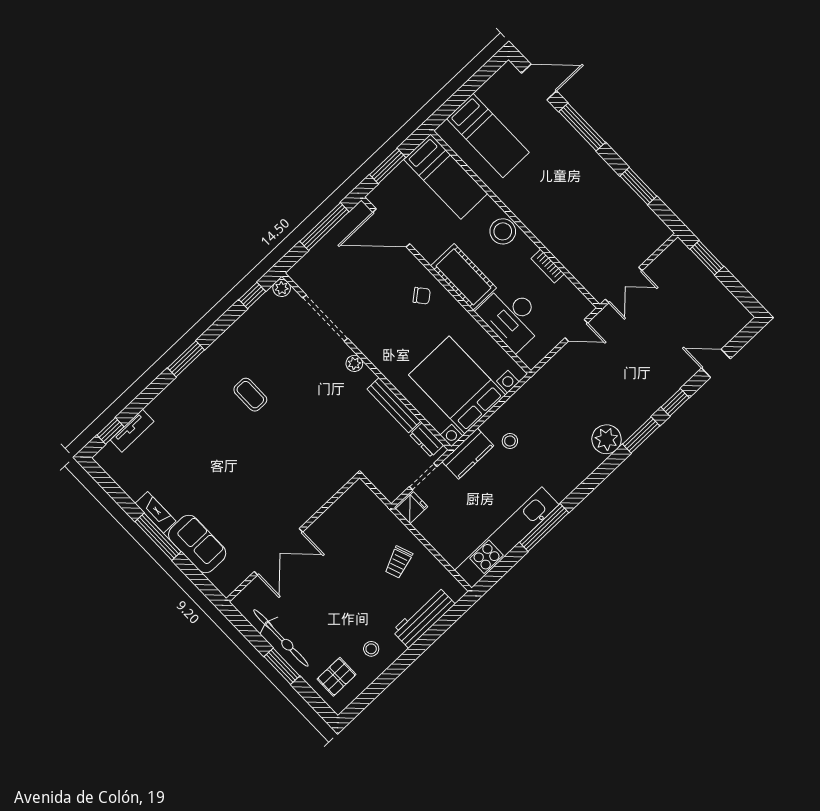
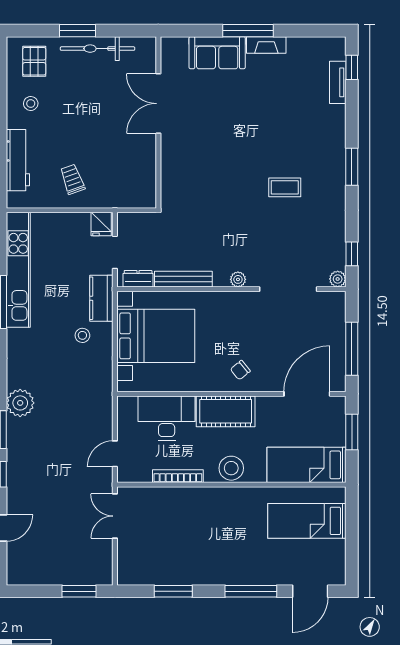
bookcase: (548, 266) -> (178, 476), width x1.56

